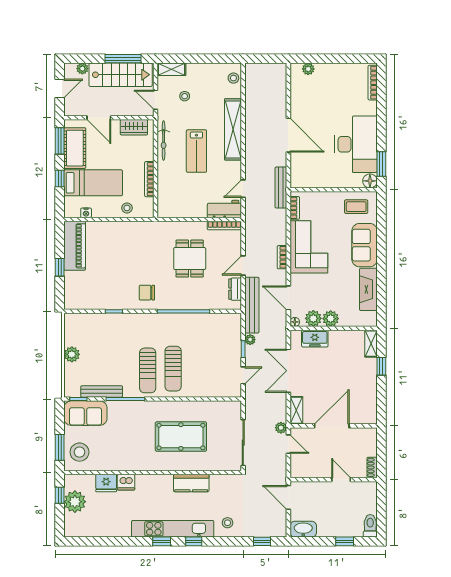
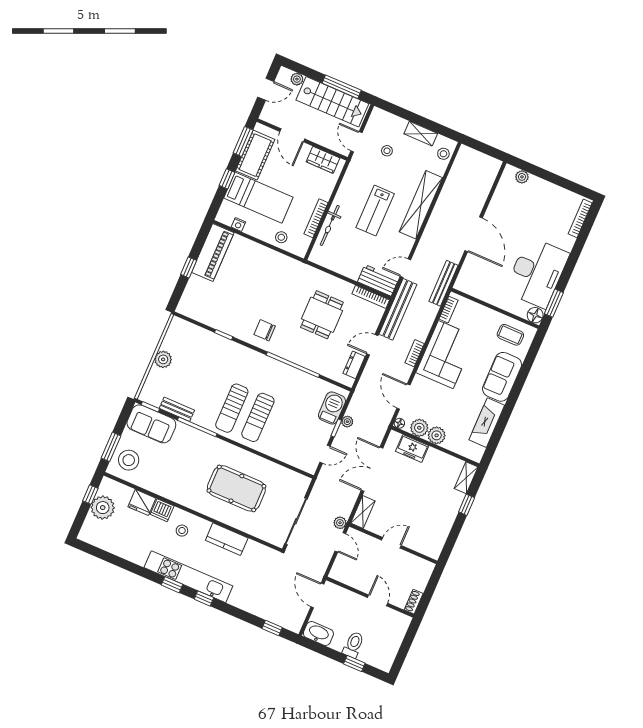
shelving: (171, 69) -> (421, 134), moved
bicycle: (164, 141) -> (330, 225), moved
bench: (252, 305) -> (398, 309), moved
barbecue: (232, 334) -> (332, 408), added
bench: (102, 391) -> (177, 409), width x0.73
door: (332, 426) -> (391, 543), width x0.53
stool: (228, 523) -> (182, 531), moved
toilet: (370, 526) -> (353, 645), moved

